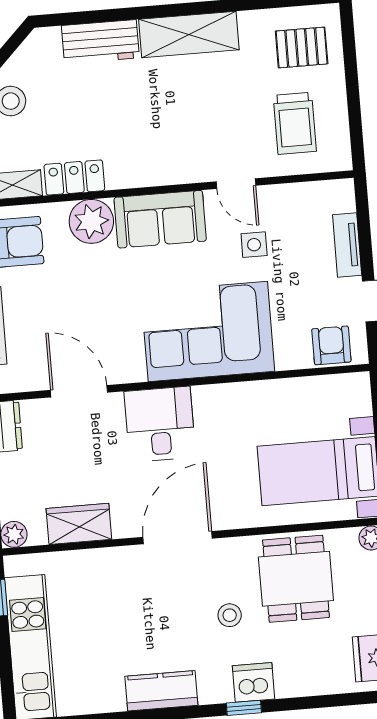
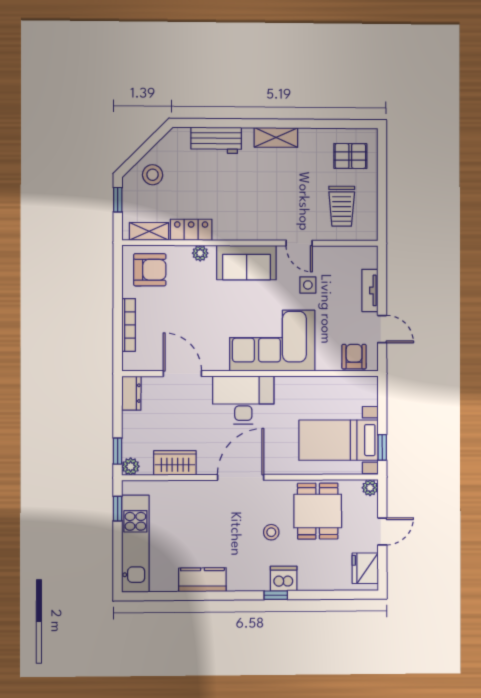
shelving: (189, 35) -> (276, 137), width x0.67, depth x0.75
plant: (91, 221) -> (200, 253), width x0.53, depth x0.53
desk: (160, 424) -> (243, 400), width x1.37
kitchen counter: (161, 691) -> (202, 580), moved

